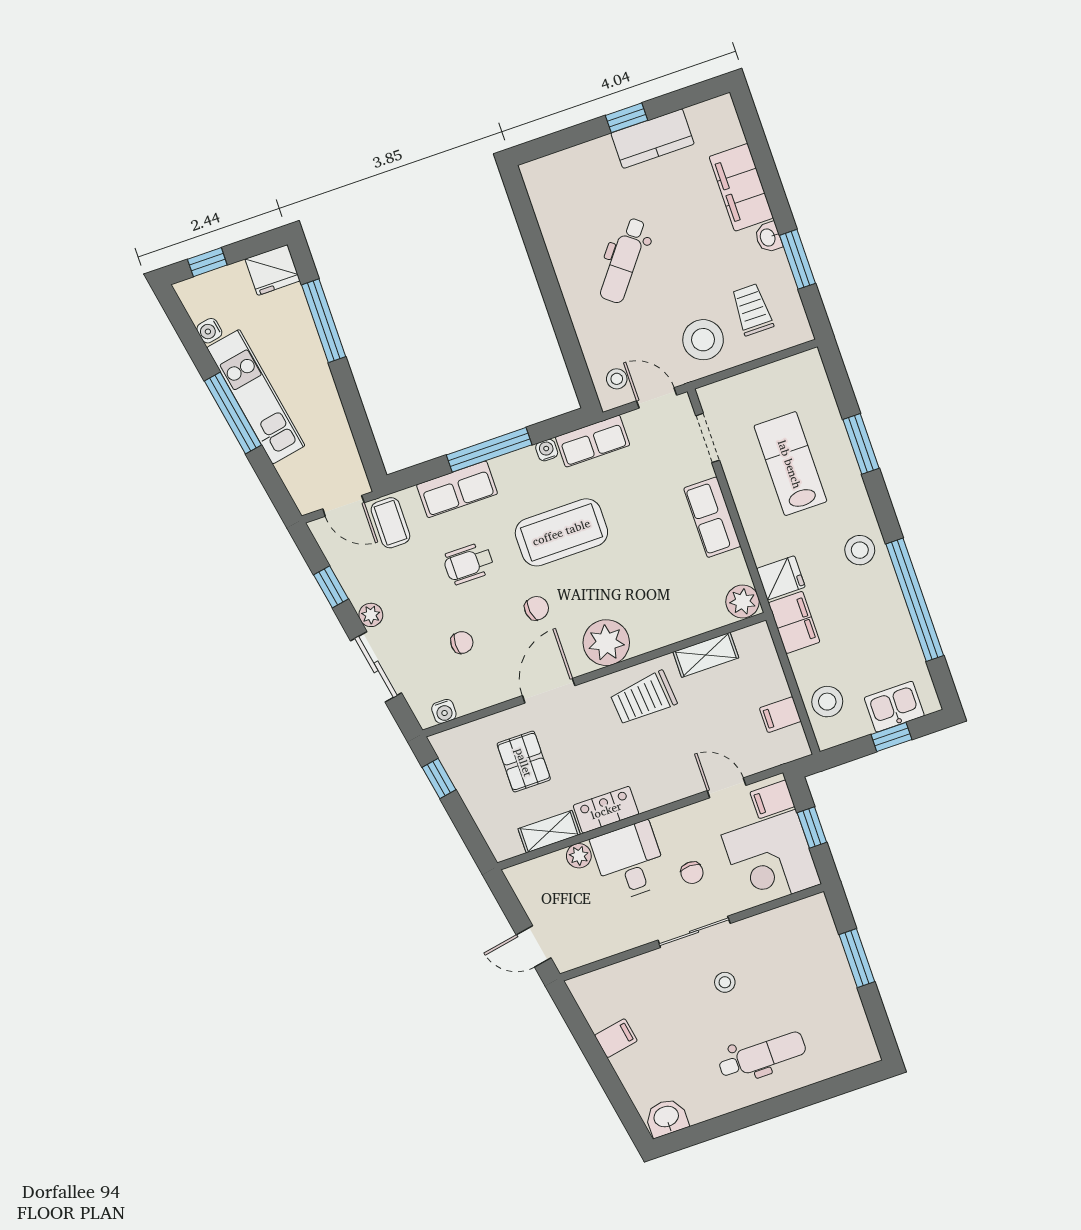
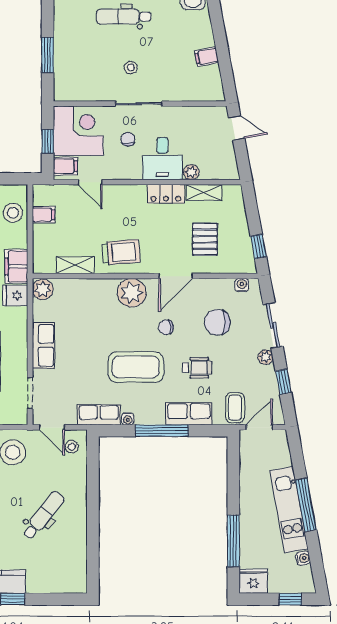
door: (343, 506) -> (259, 427), hinge flipped
chair: (462, 642) -> (217, 322), width x1.87, depth x1.87

